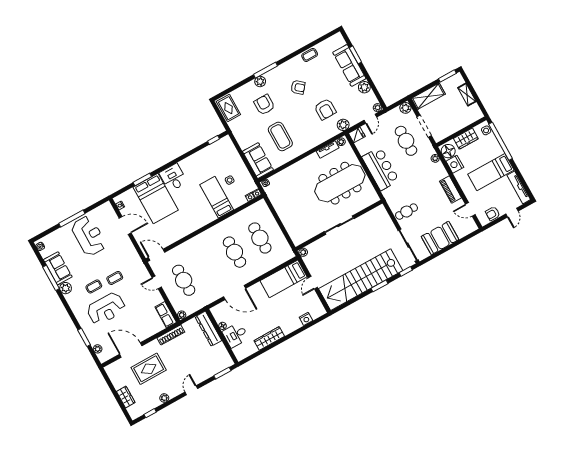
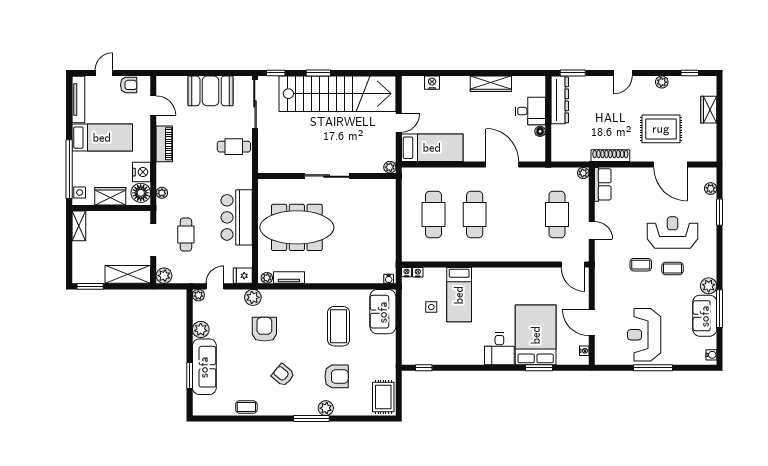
shelving: (467, 95) -> (79, 226), moved
armchair: (264, 105) -> (337, 376), turned -90
cafe table: (406, 141) -> (186, 235), width x0.73, depth x0.74
dresser: (208, 329) -> (560, 100), moved

